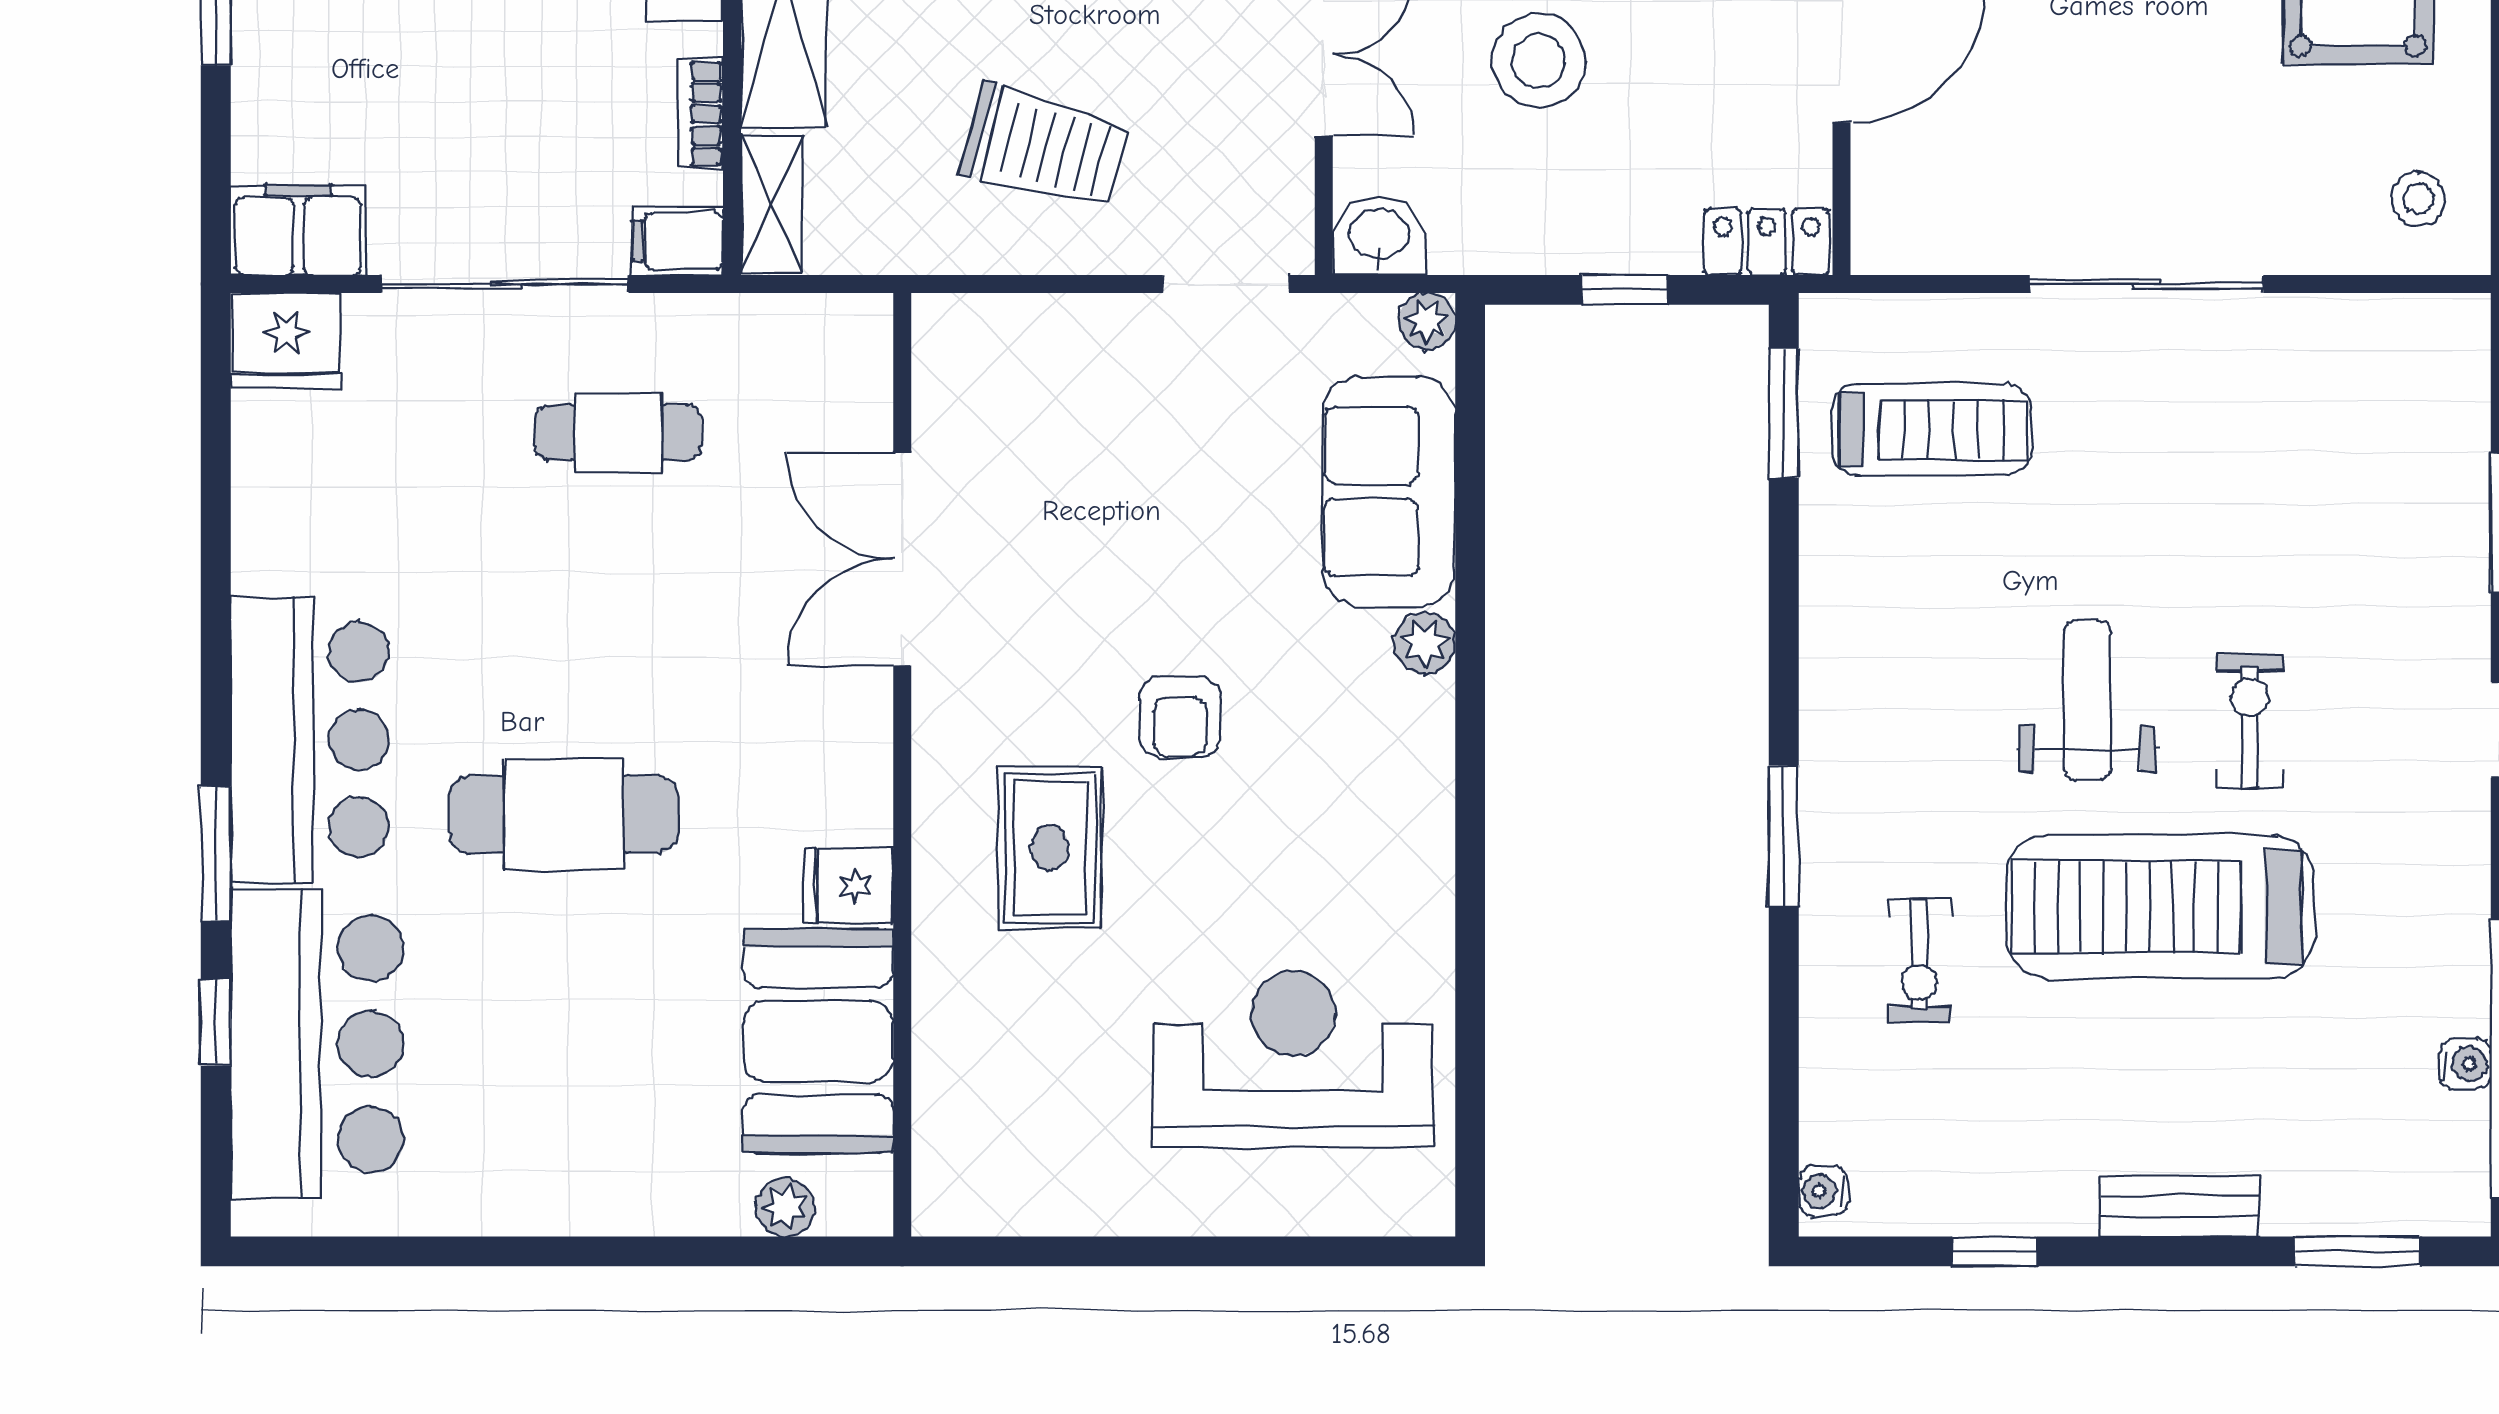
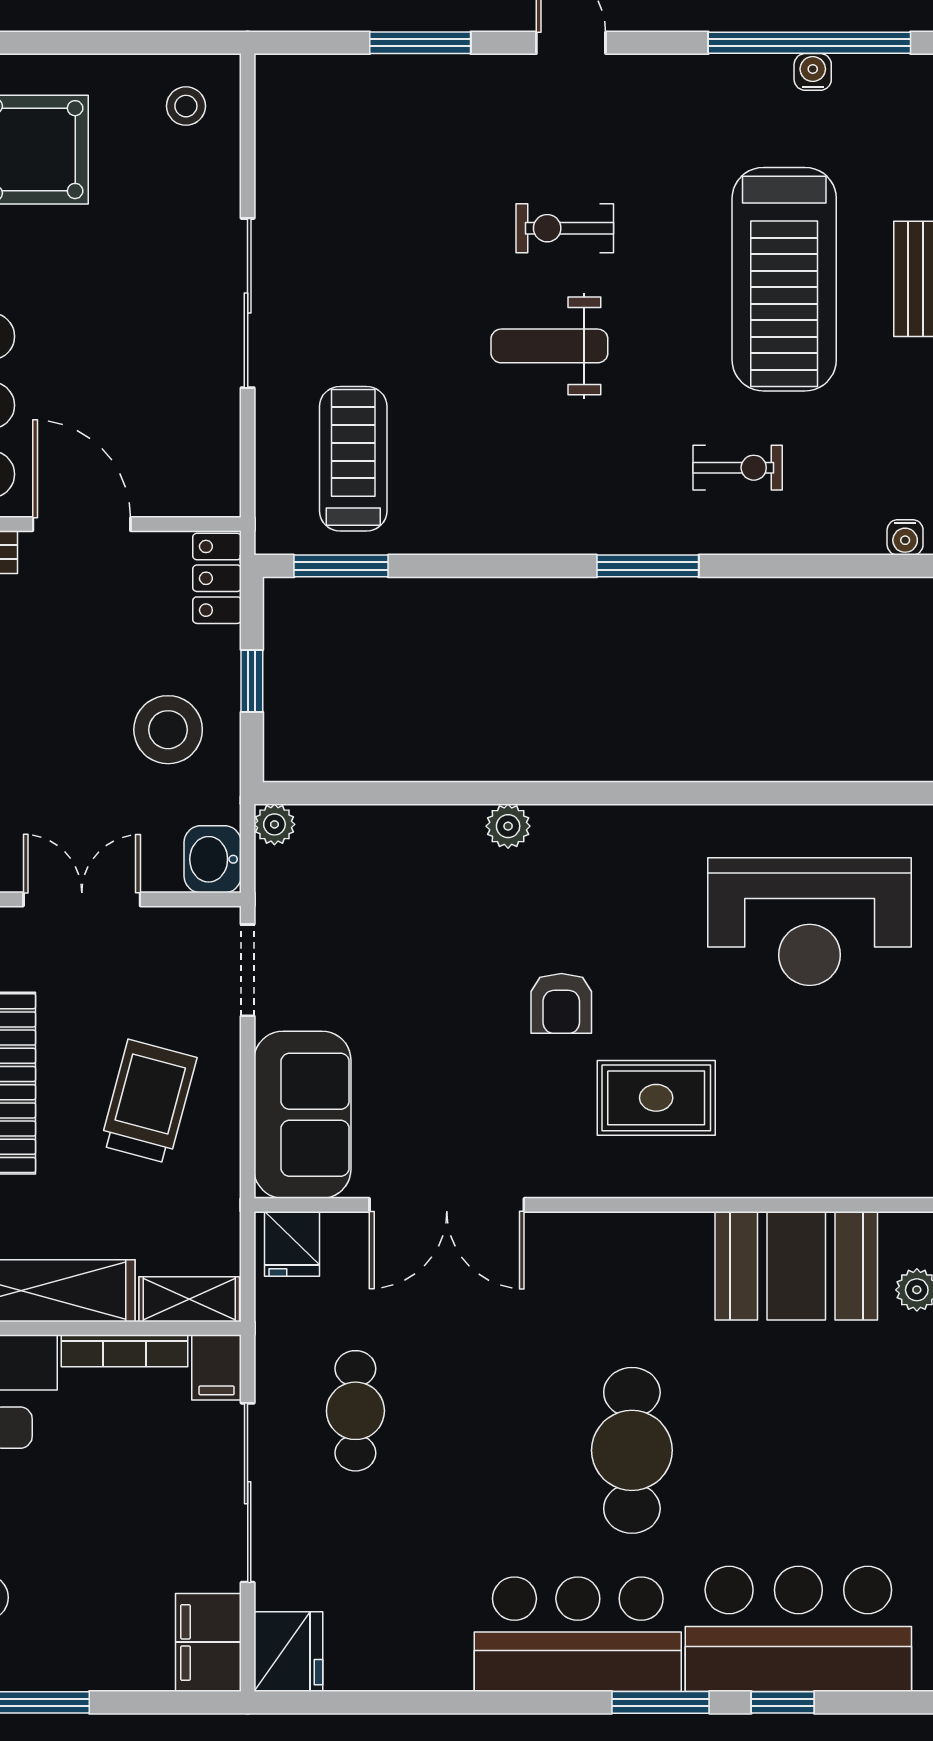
stool: (1539, 61) -> (168, 730), moved
bookcase: (701, 114) -> (125, 1351), width x1.56
sofa: (1389, 491) -> (302, 1115), moved, turned -90
armchair: (1180, 717) -> (561, 1003), turned 90
fridge: (848, 886) -> (292, 1244), moved
treadmill: (2160, 907) -> (784, 279), moved
reception desk: (1293, 1059) -> (810, 922), turned -90

